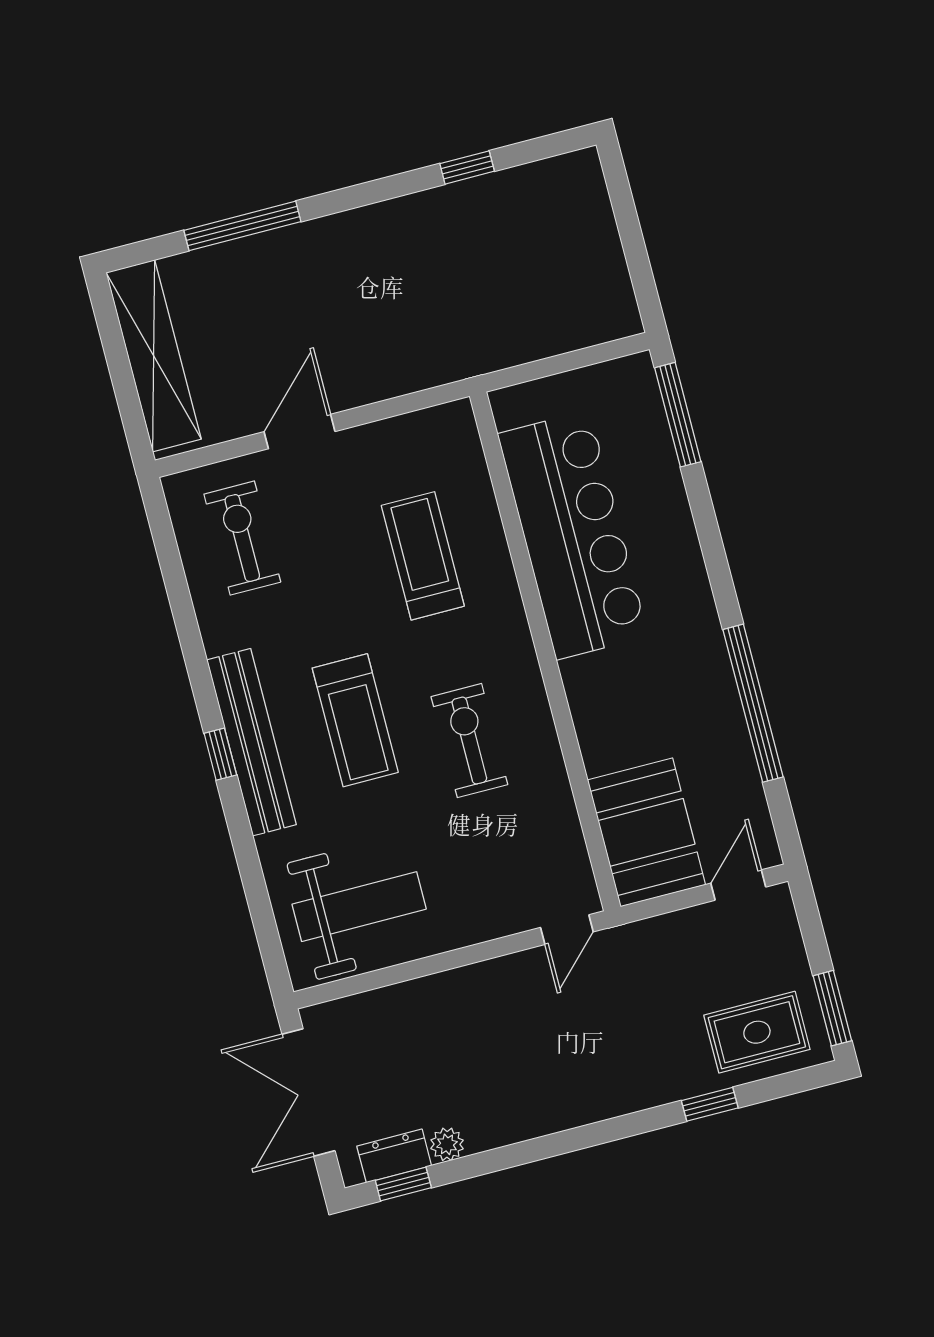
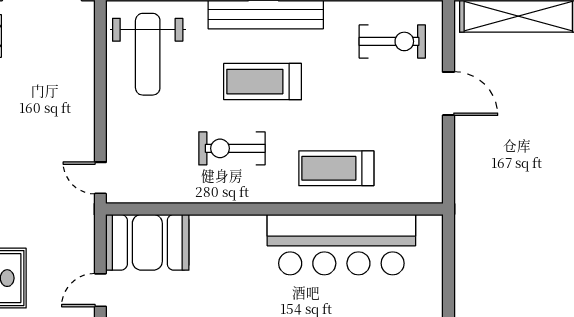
treadmill: (423, 556) -> (336, 168), moved, turned 180
exercise bike: (469, 741) -> (232, 148), turned 180
door: (738, 885) -> (100, 290), swing flipped

